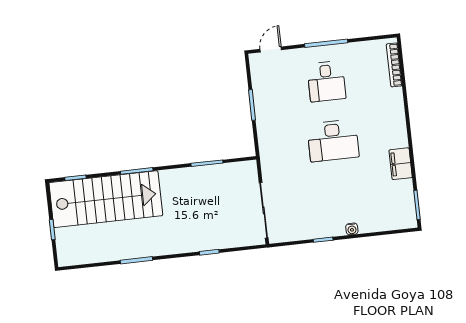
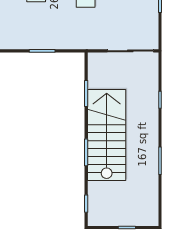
stairs: (106, 199) -> (107, 135), moved

